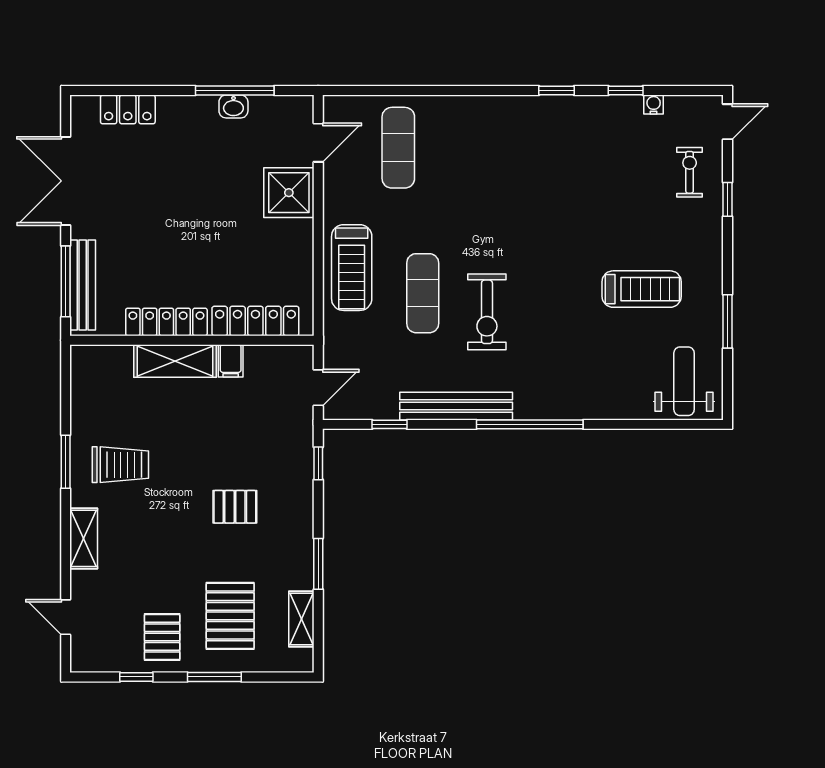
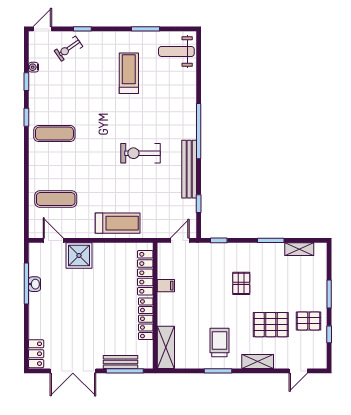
locker: (128, 109) -> (36, 354), moved
door: (728, 122) -> (42, 29), hinge flipped
exercise bike: (690, 172) -> (68, 49), turned -35
bench: (83, 285) -> (120, 362), width x0.73
exercise mat: (423, 293) -> (54, 134), moved
exercise bike: (487, 312) -> (141, 153), turned 180
shelving: (175, 361) -> (166, 347), moved
door: (318, 388) -> (180, 240), hinge flipped
pallet: (230, 616) -> (271, 325), moved

